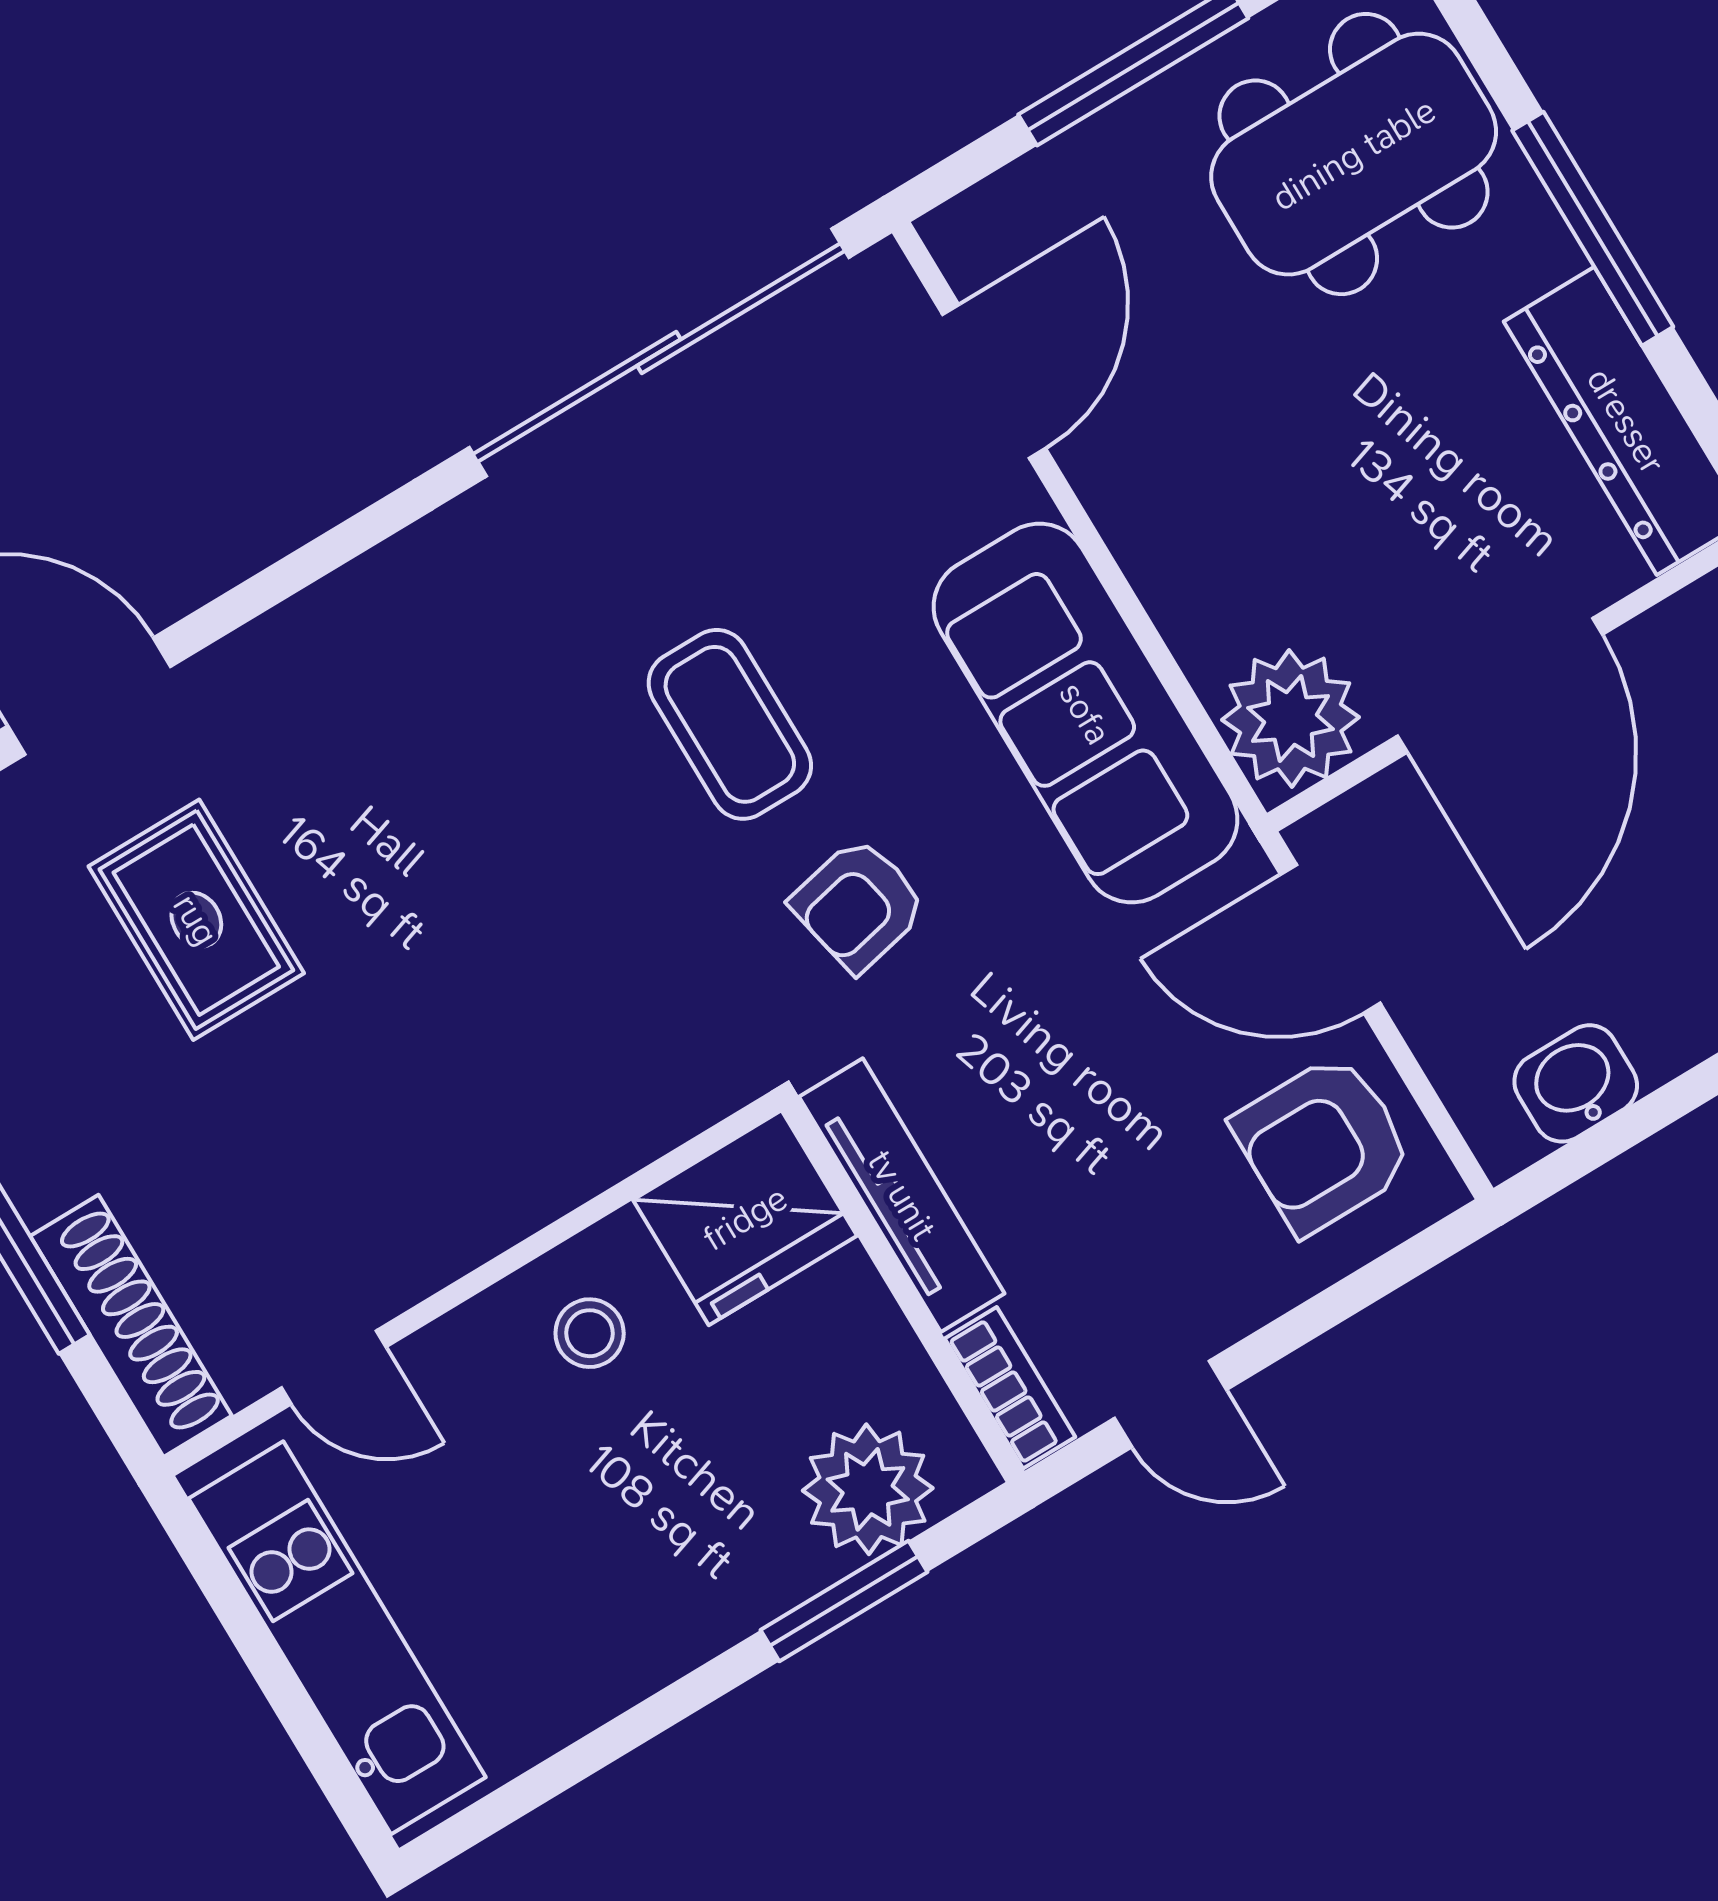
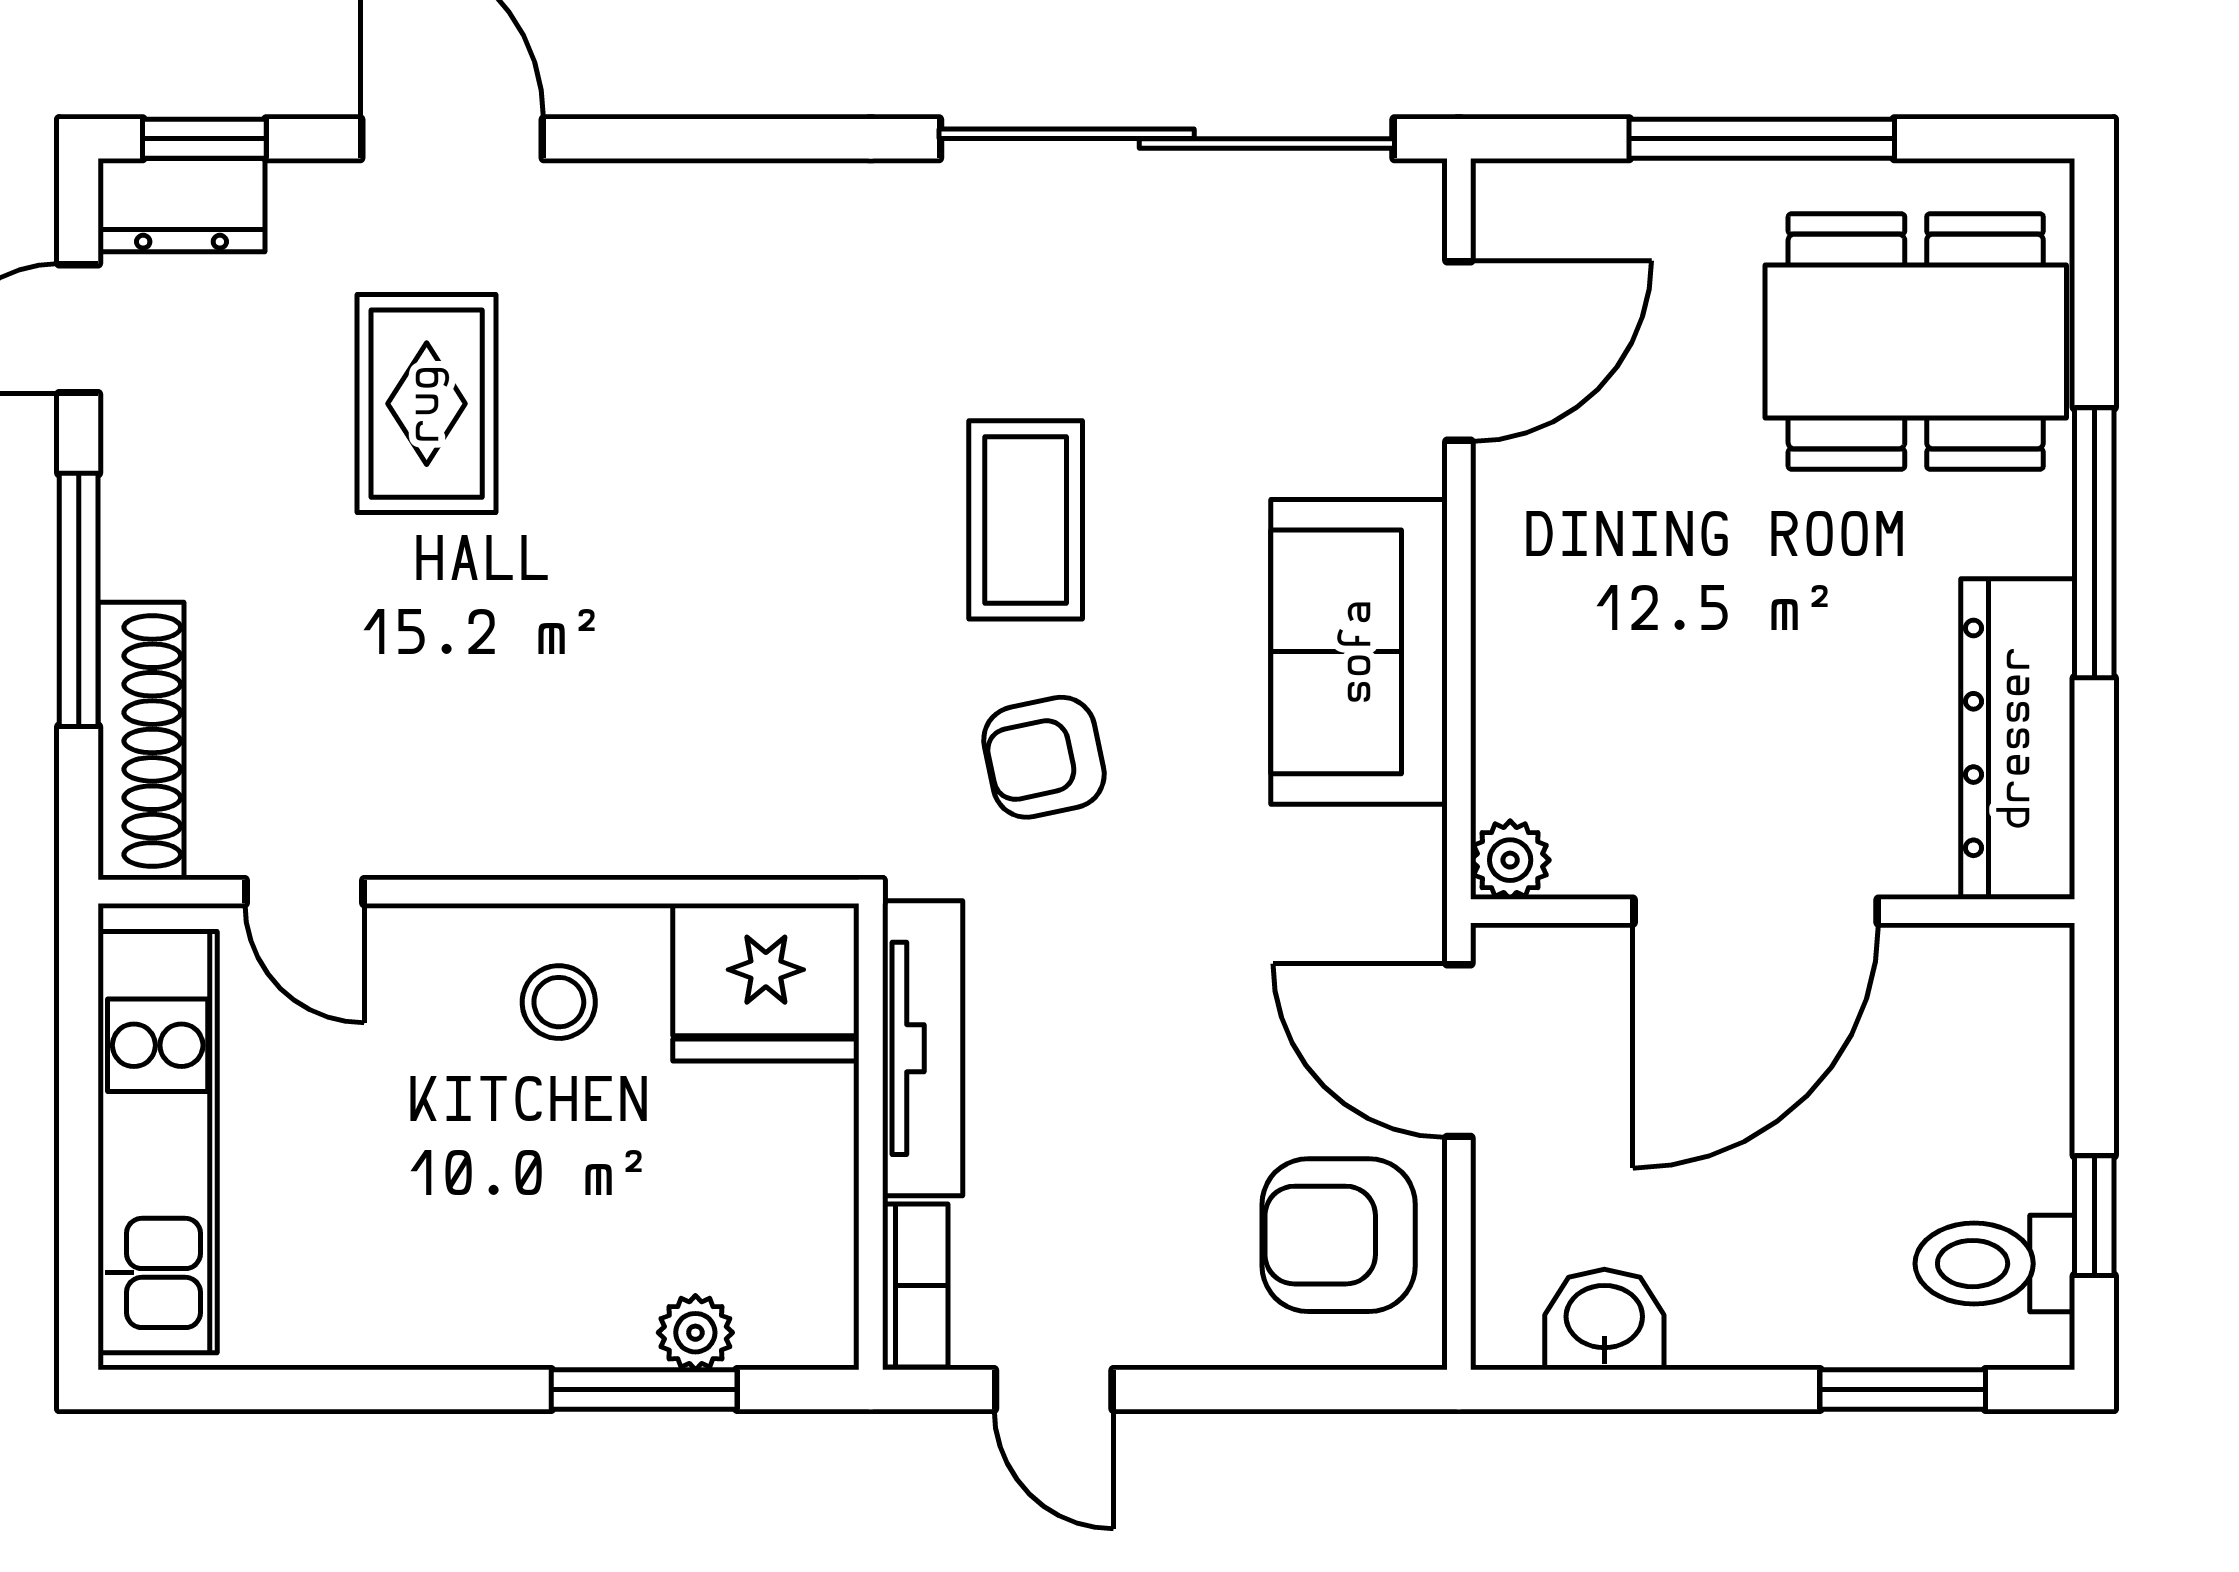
sofa: (1085, 713) -> (1359, 652), width x0.73
plant: (1290, 719) -> (1510, 860), width x0.53, depth x0.53
plant: (868, 1489) -> (695, 1333), width x0.53, depth x0.53

